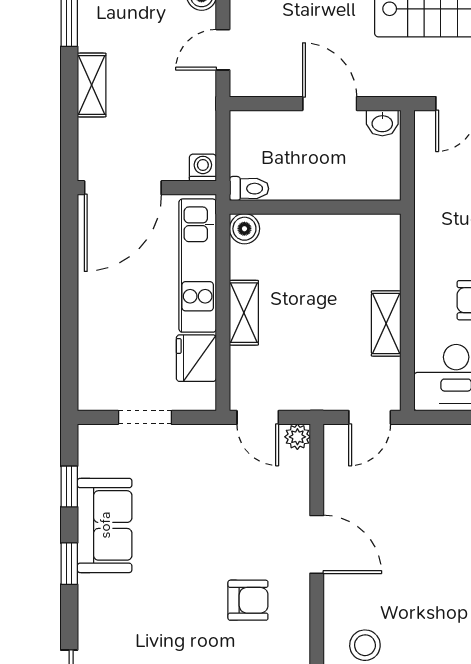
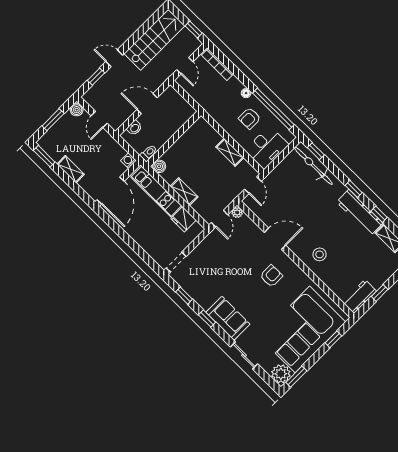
washbasin: (382, 123) -> (134, 128), moved
doorway: (145, 417) -> (176, 262), moved
door: (258, 417) -> (219, 219), hinge flipped
sofa: (105, 525) -> (228, 318), moved

